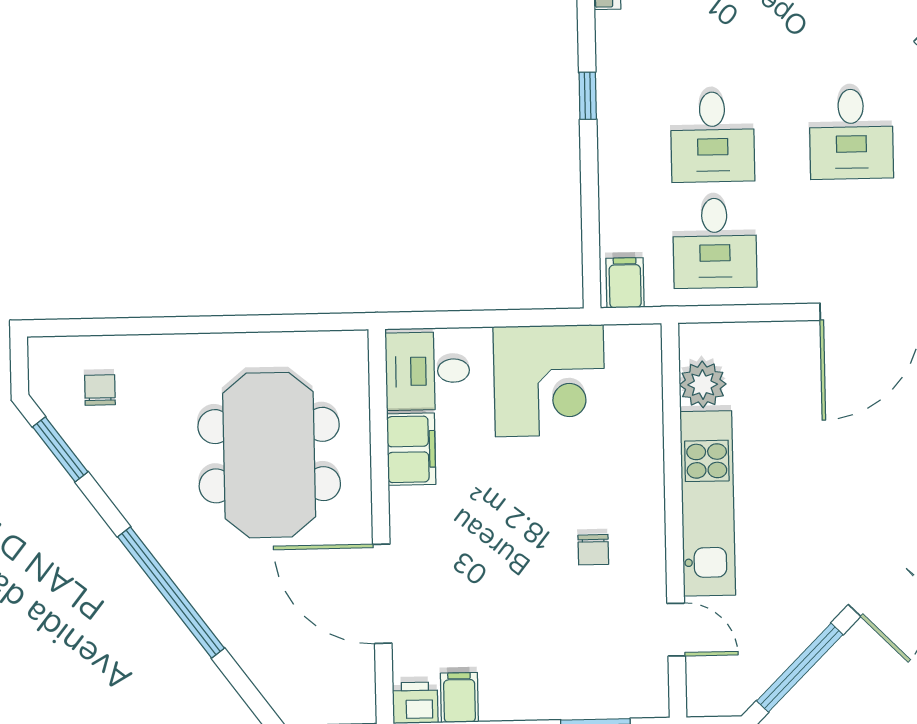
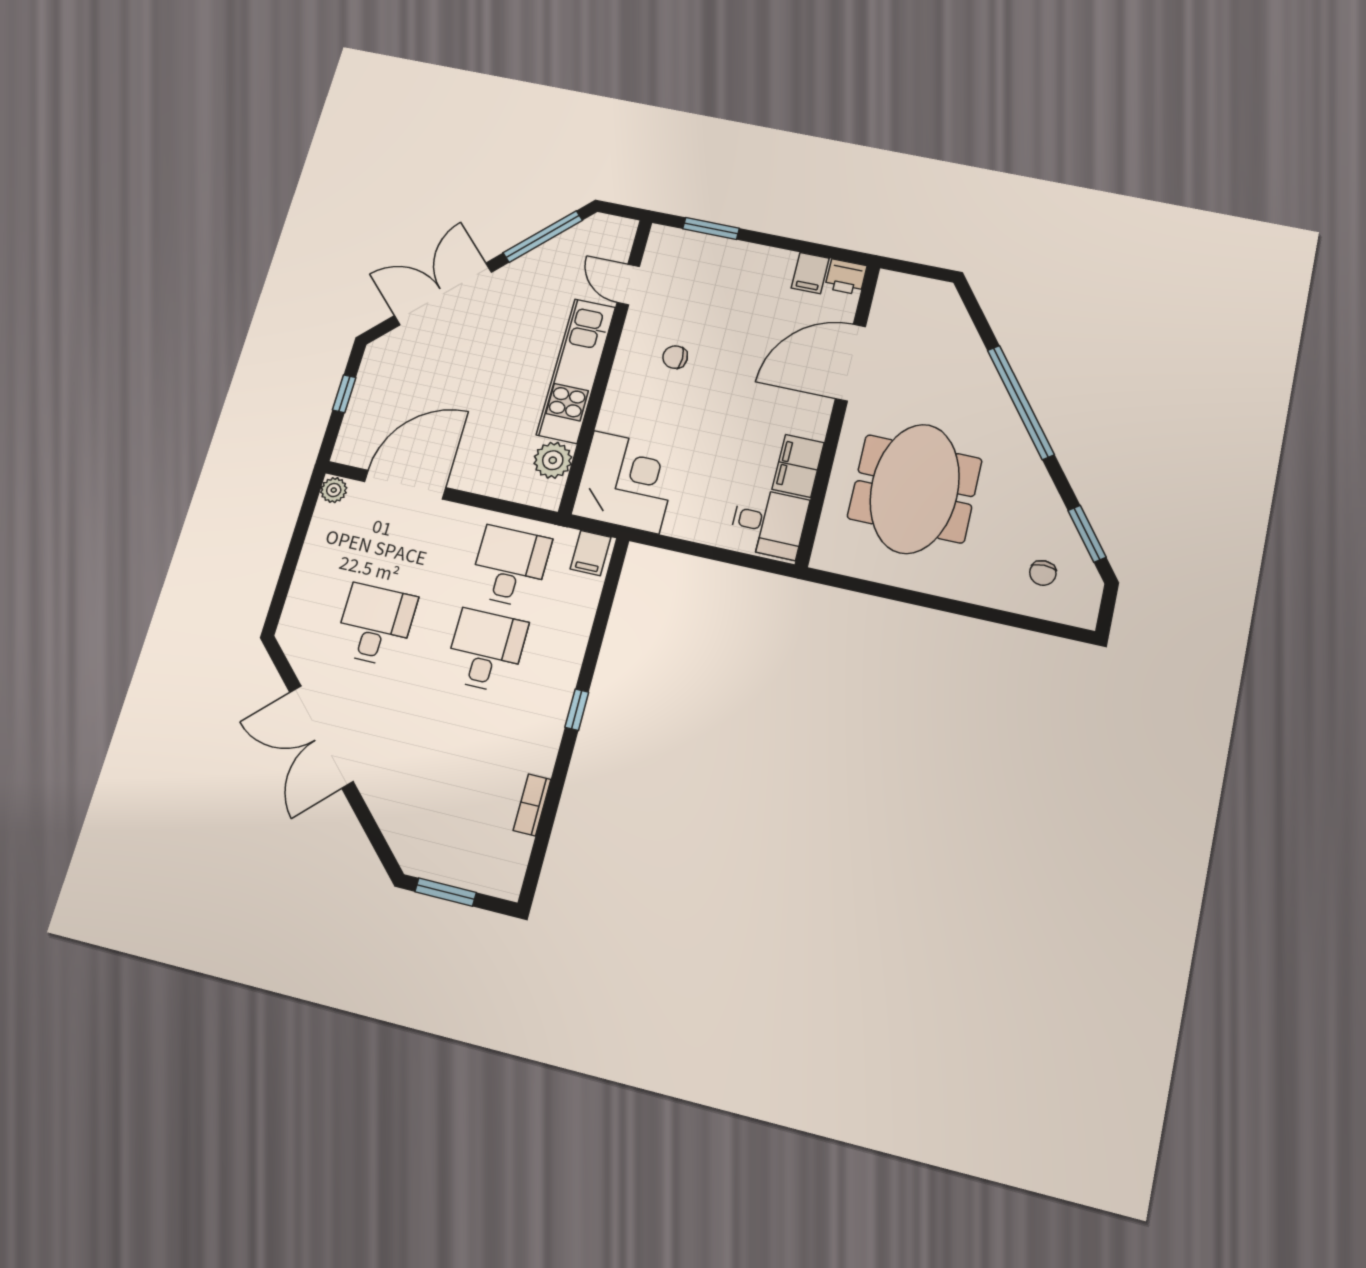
corner desk: (549, 381) -> (626, 482), moved, turned 90
chair: (593, 550) -> (675, 357), turned -90
door: (382, 594) -> (850, 362), swing flipped

